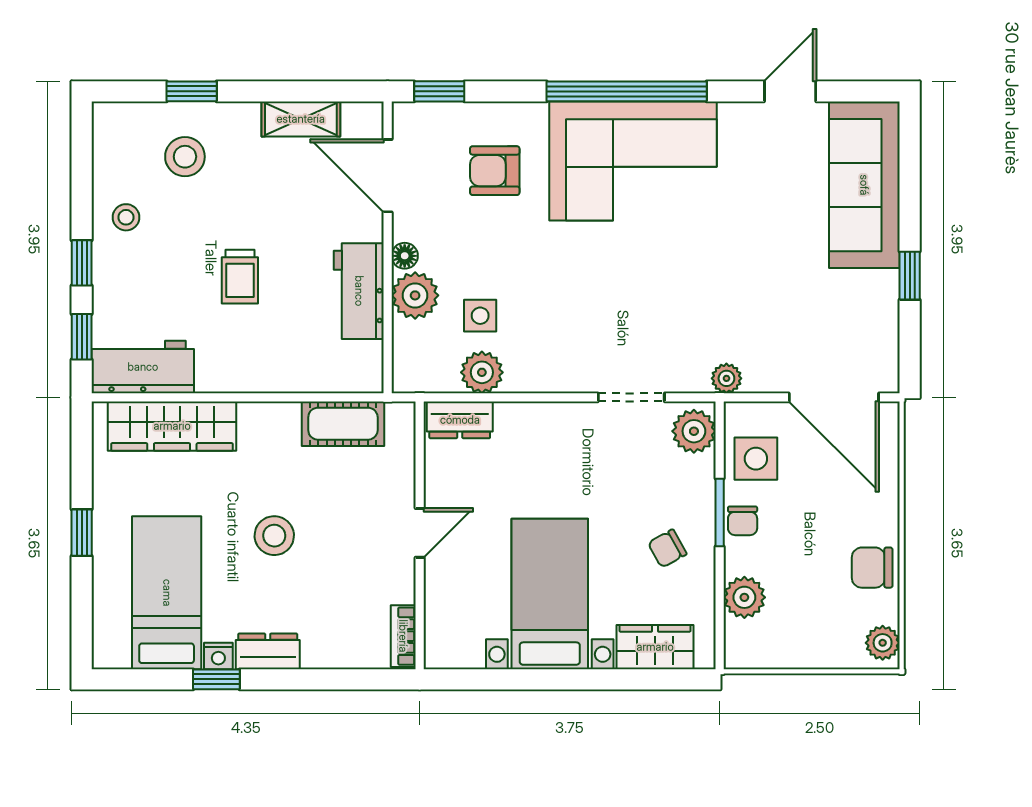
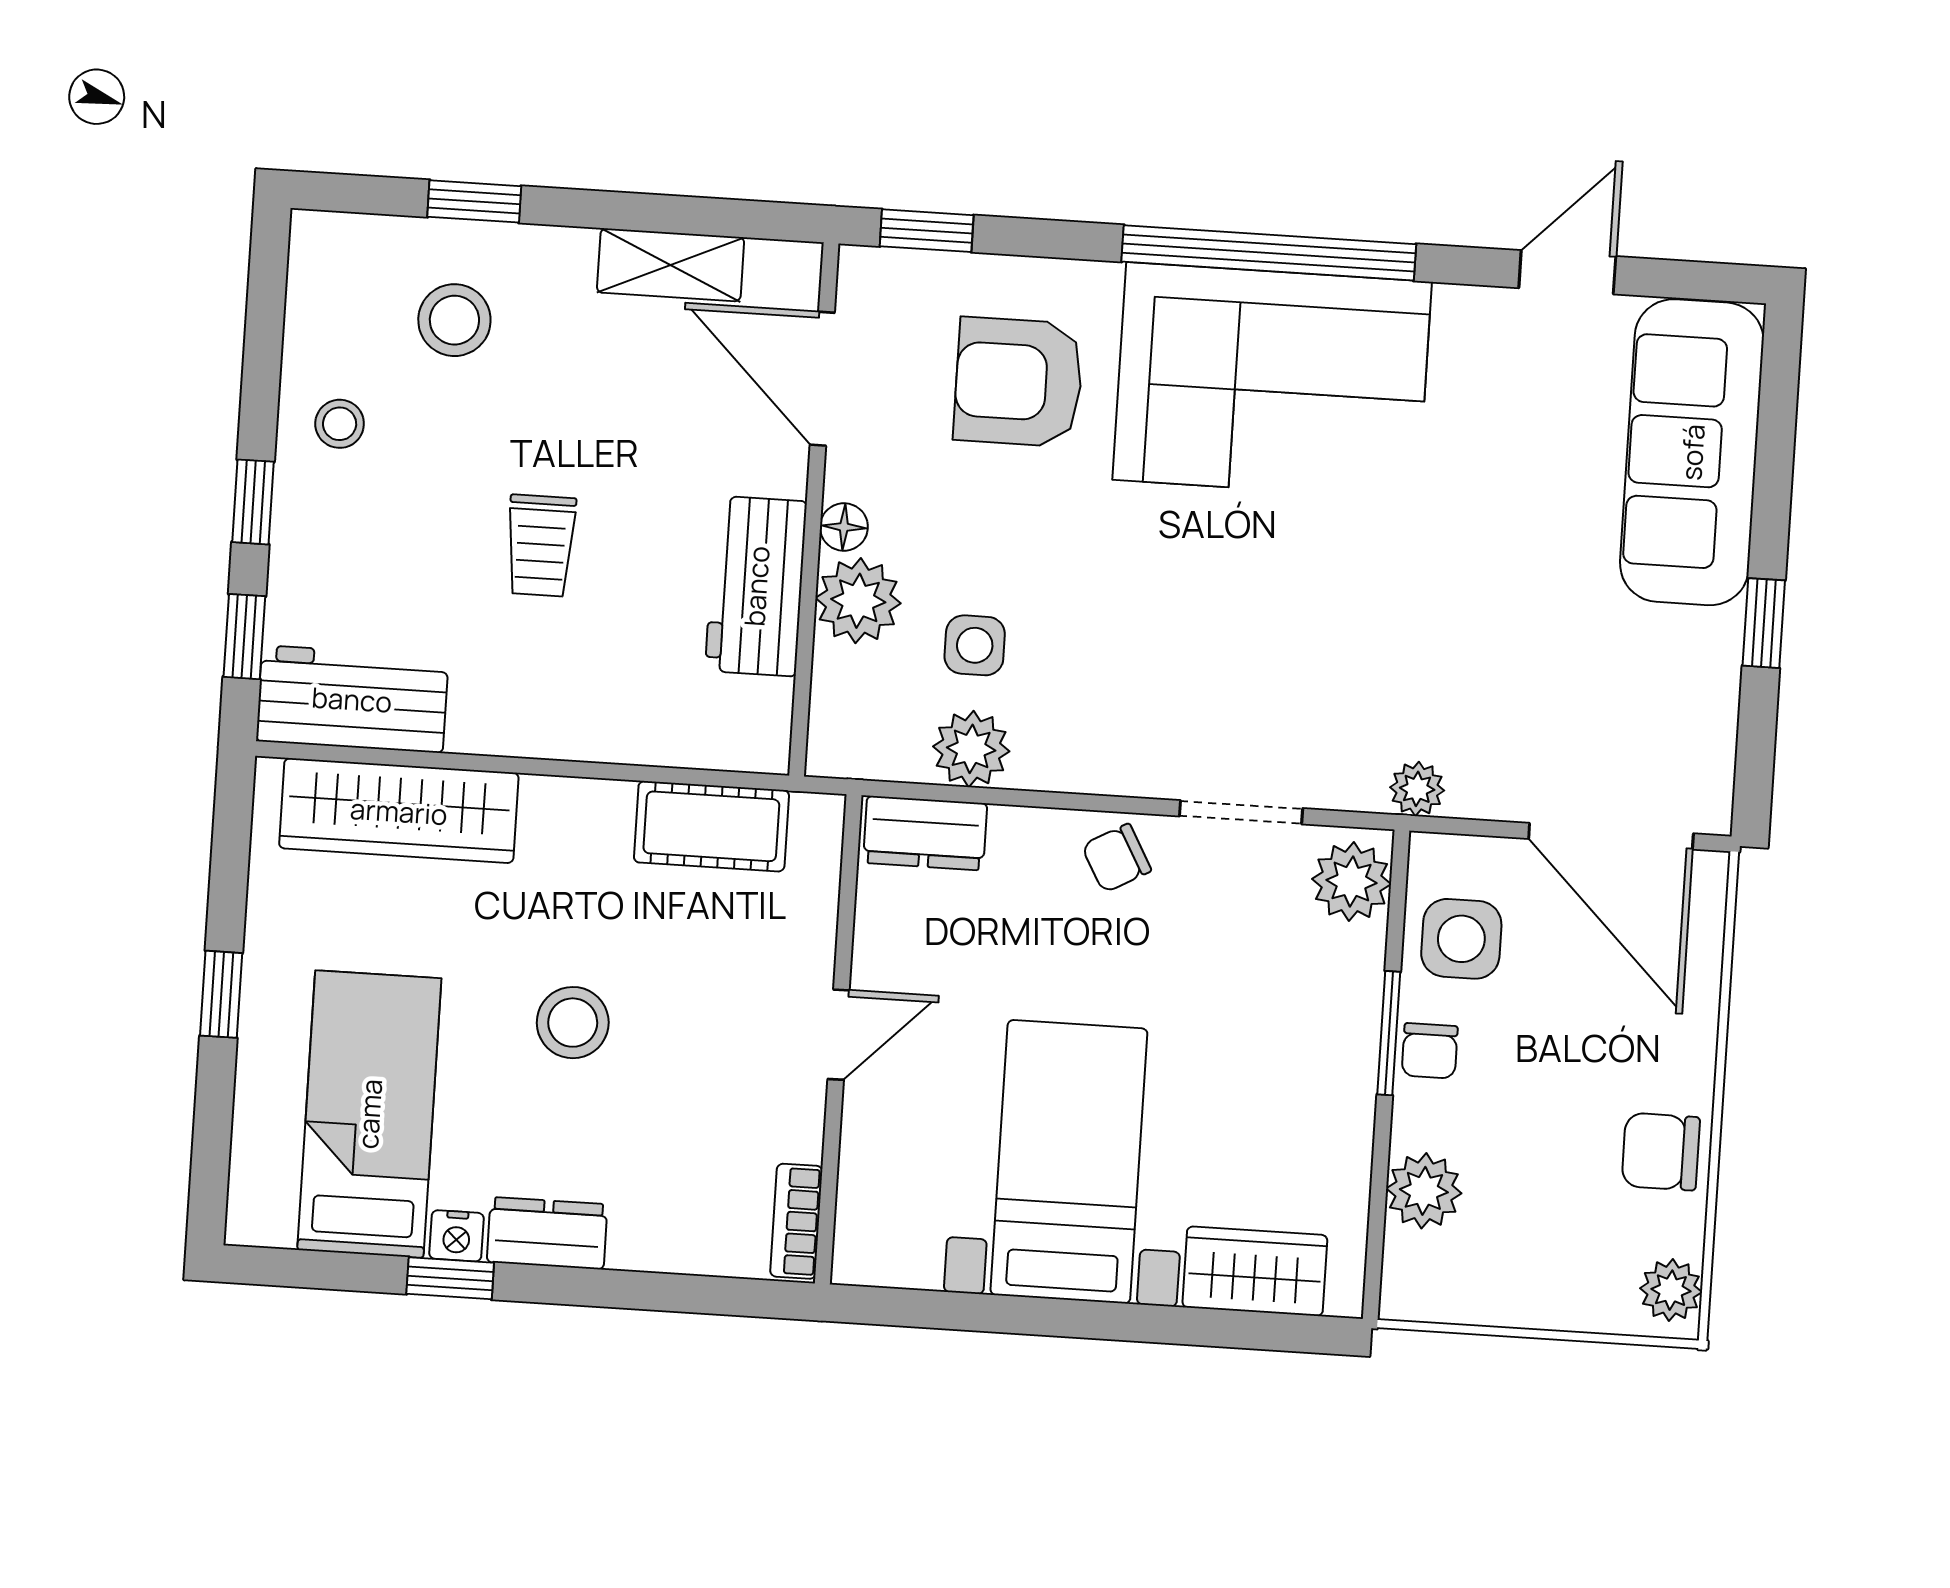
armchair: (495, 171) -> (1019, 382), width x1.38, depth x1.38
chair: (667, 549) -> (1116, 858), moved

